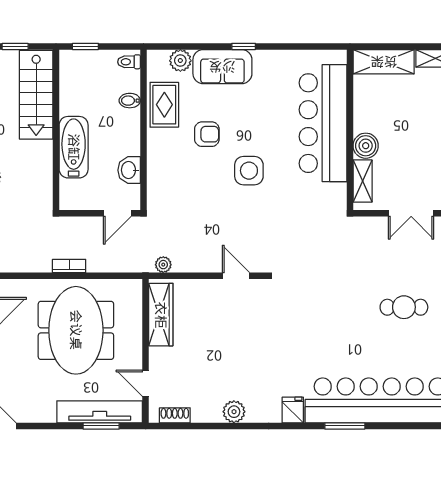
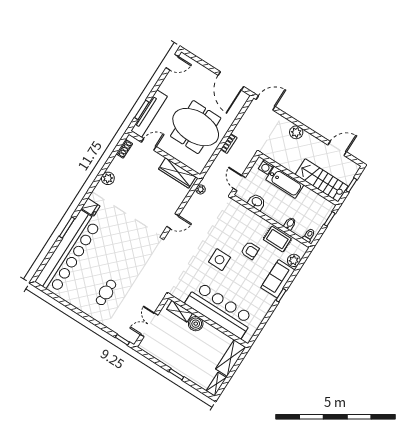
armchair: (207, 134) -> (250, 251), turned -90
washing machine: (69, 189) -> (266, 167), added

